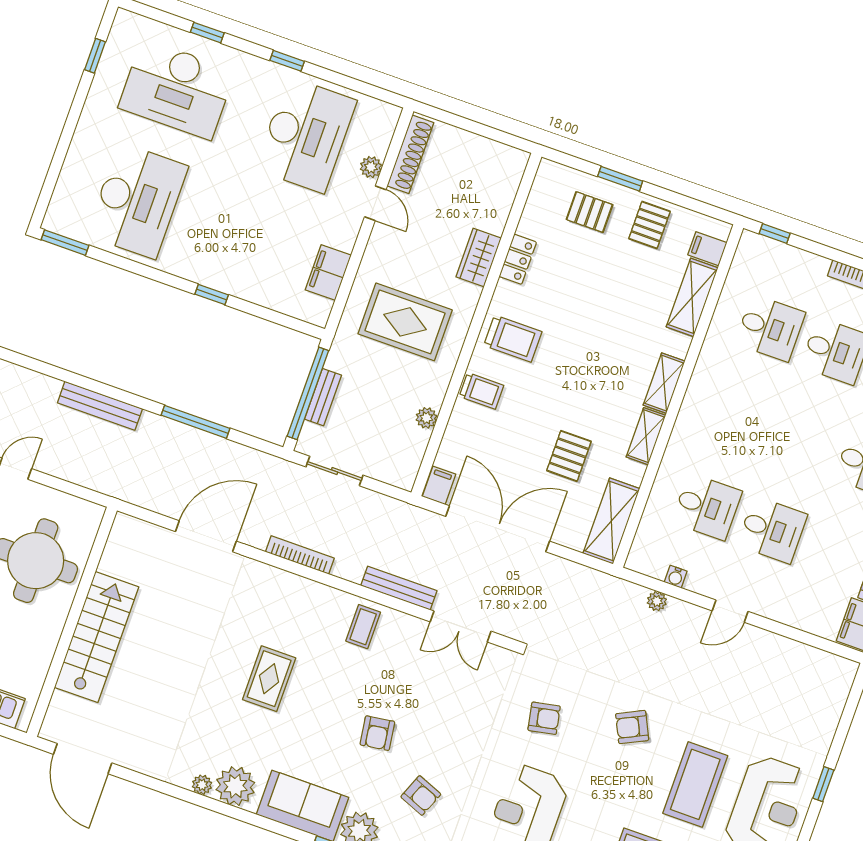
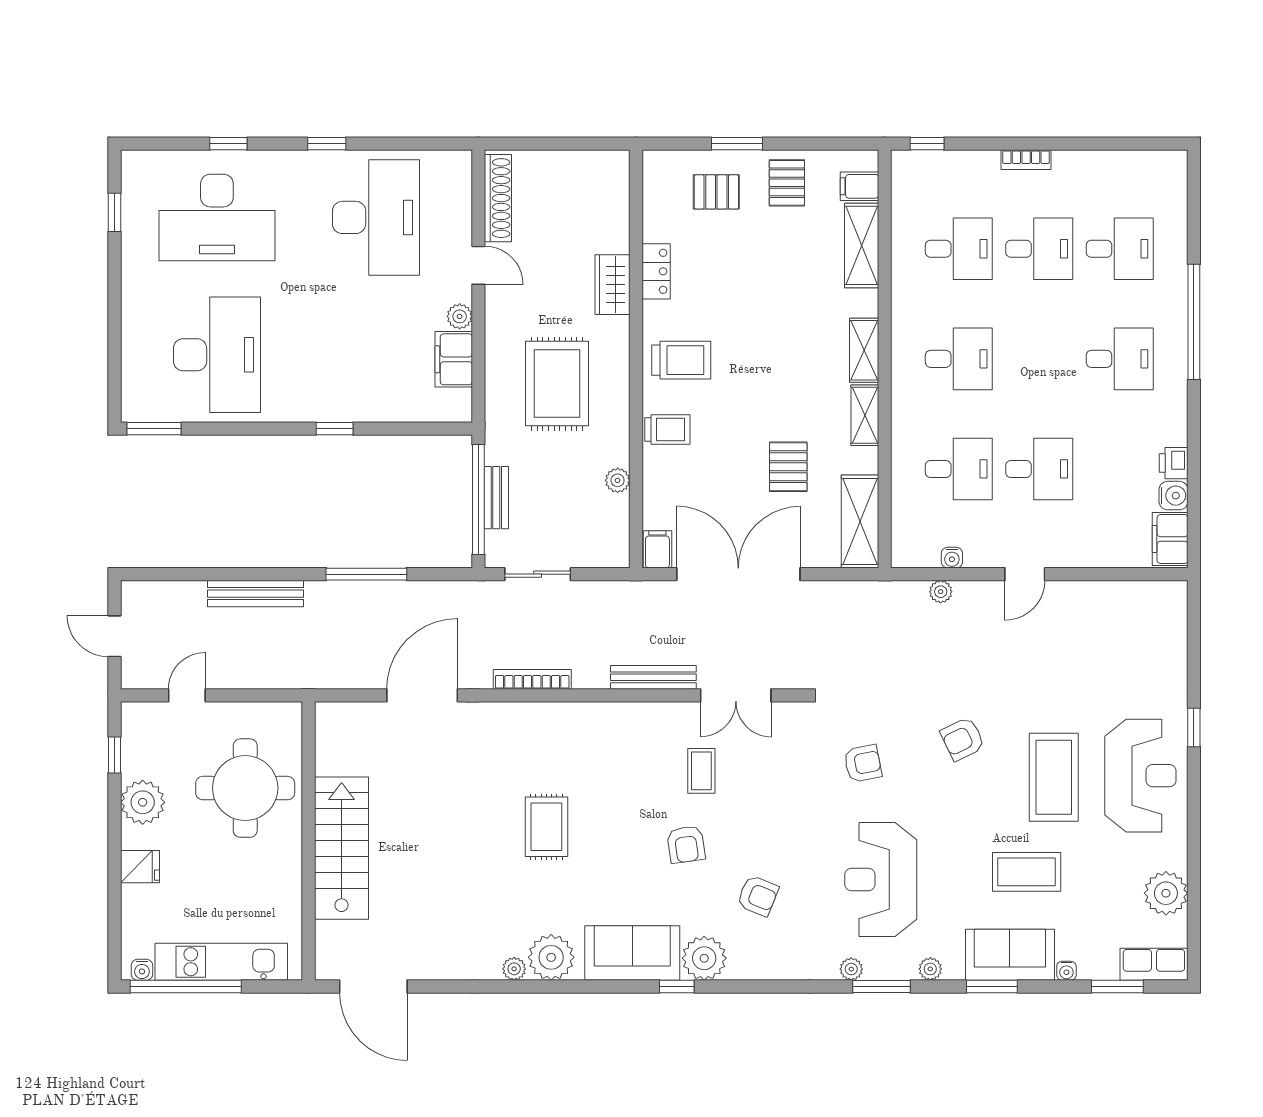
plant: (371, 167) -> (460, 316), moved
rug: (405, 322) -> (557, 384), turned 90
desk: (738, 417) -> (959, 359), added
coffee table: (363, 627) -> (701, 771), moved

